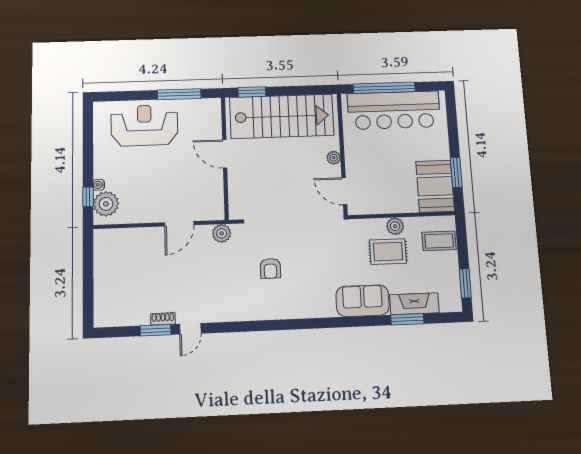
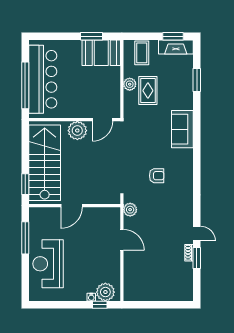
plant: (334, 158) -> (77, 131), width x1.88, depth x1.88
sofa: (363, 301) -> (182, 129), moved
fireplace: (414, 304) -> (176, 47), moved, turned -90

